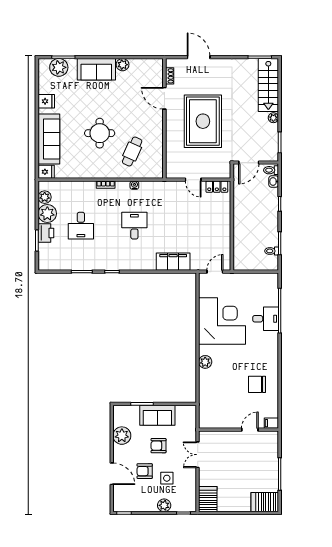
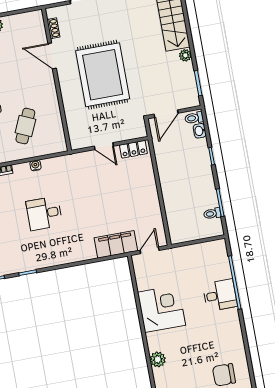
desk: (134, 226) -> (44, 213), turned -90
filing cabinet: (173, 262) -> (116, 244), moved
corner desk: (222, 321) -> (161, 309), width x0.74, depth x0.74

